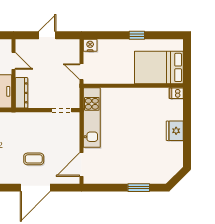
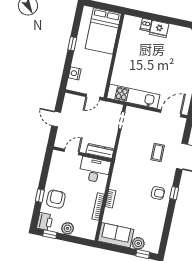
nightstand: (90, 45) -> (75, 73), moved
dishwasher: (176, 93) -> (146, 25), moved
door: (81, 165) -> (171, 113), swing flipped

